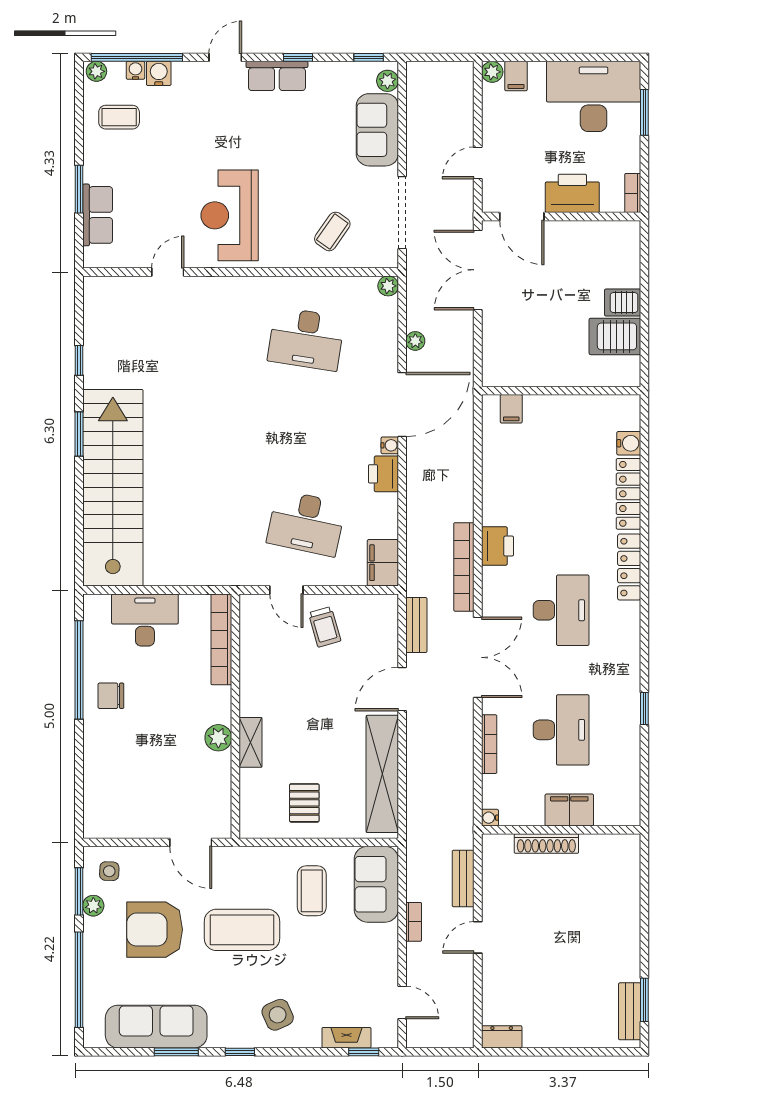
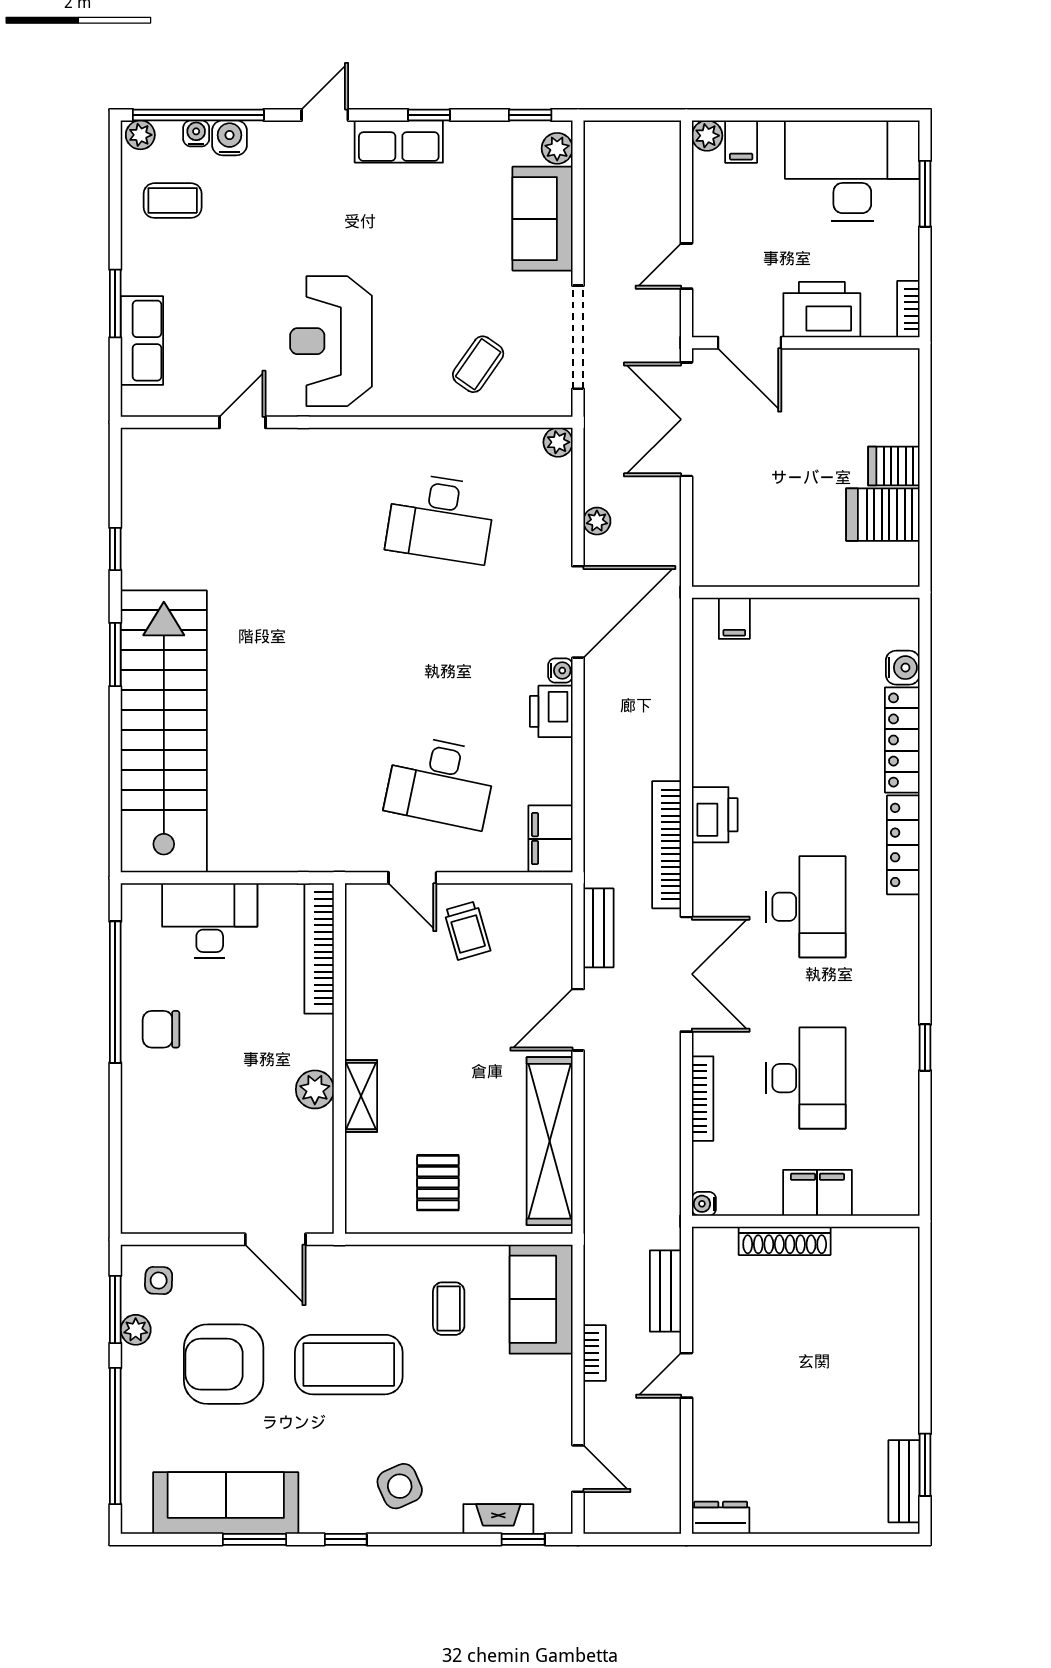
coffee table: (312, 891) -> (449, 1309), width x0.73, depth x0.77

